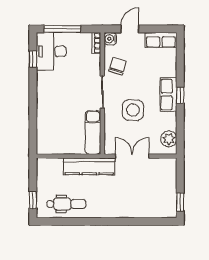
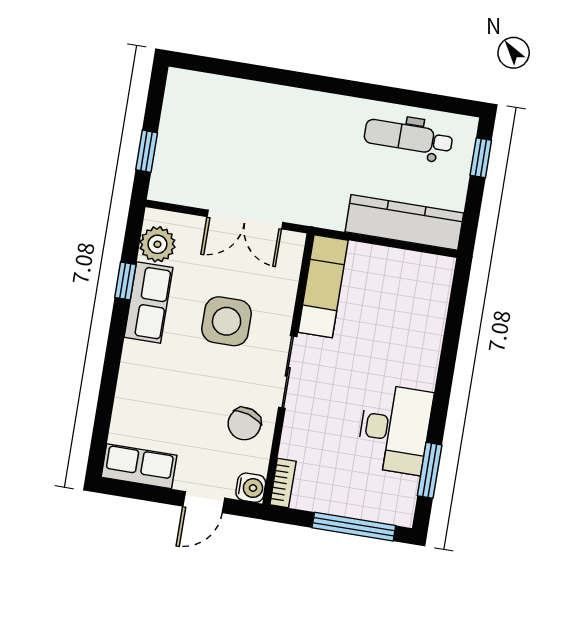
desk: (51, 51) -> (395, 429), moved
window: (33, 59) -> (430, 470), width x1.50
row of seats: (169, 95) -> (148, 302), moved
window: (180, 95) -> (125, 281), moved
kitchen counter: (89, 166) -> (404, 222), moved
window: (180, 202) -> (147, 151), moved

